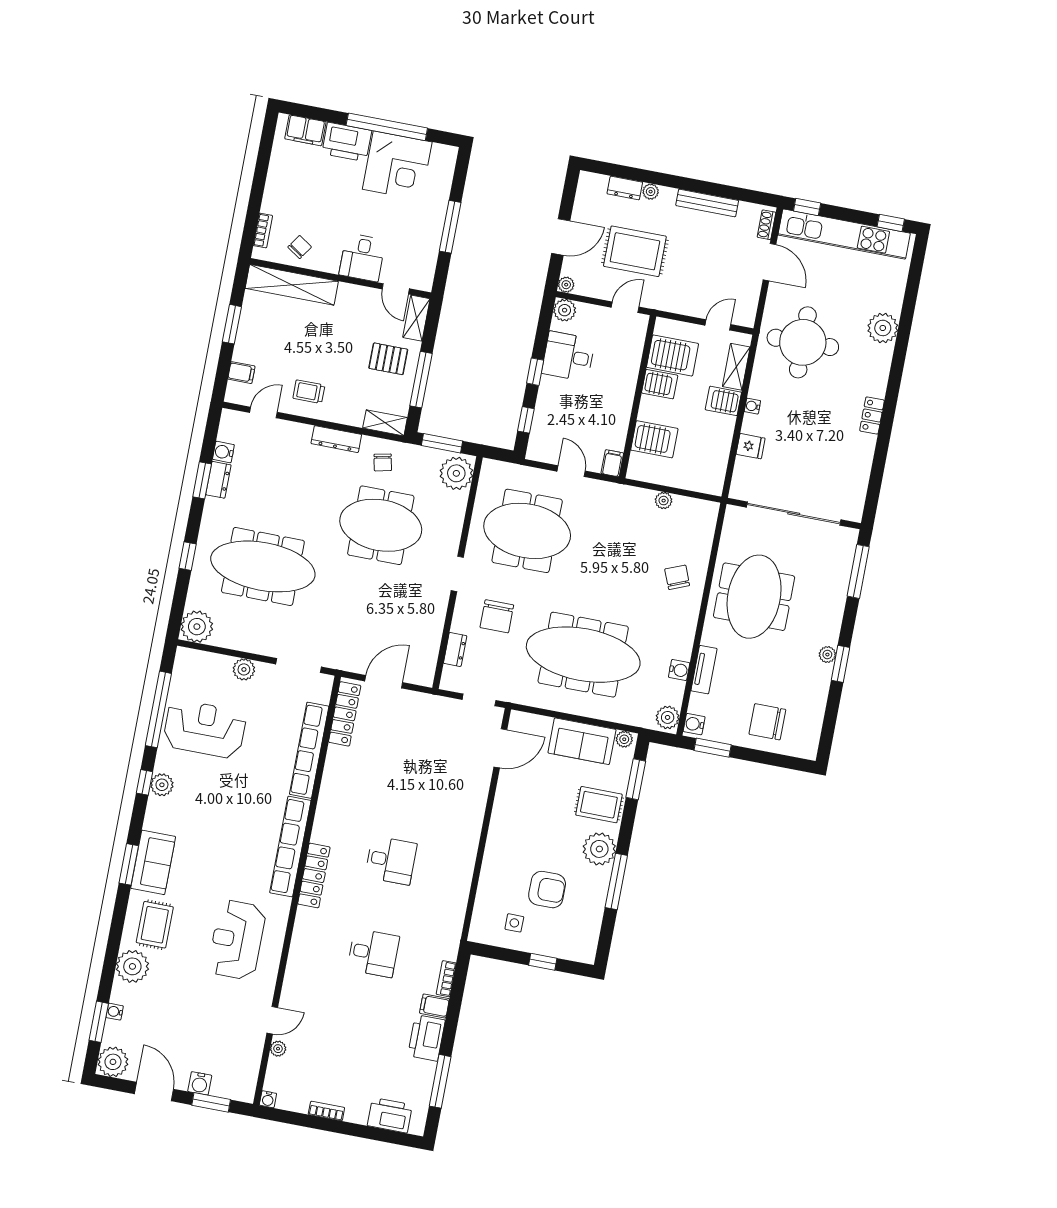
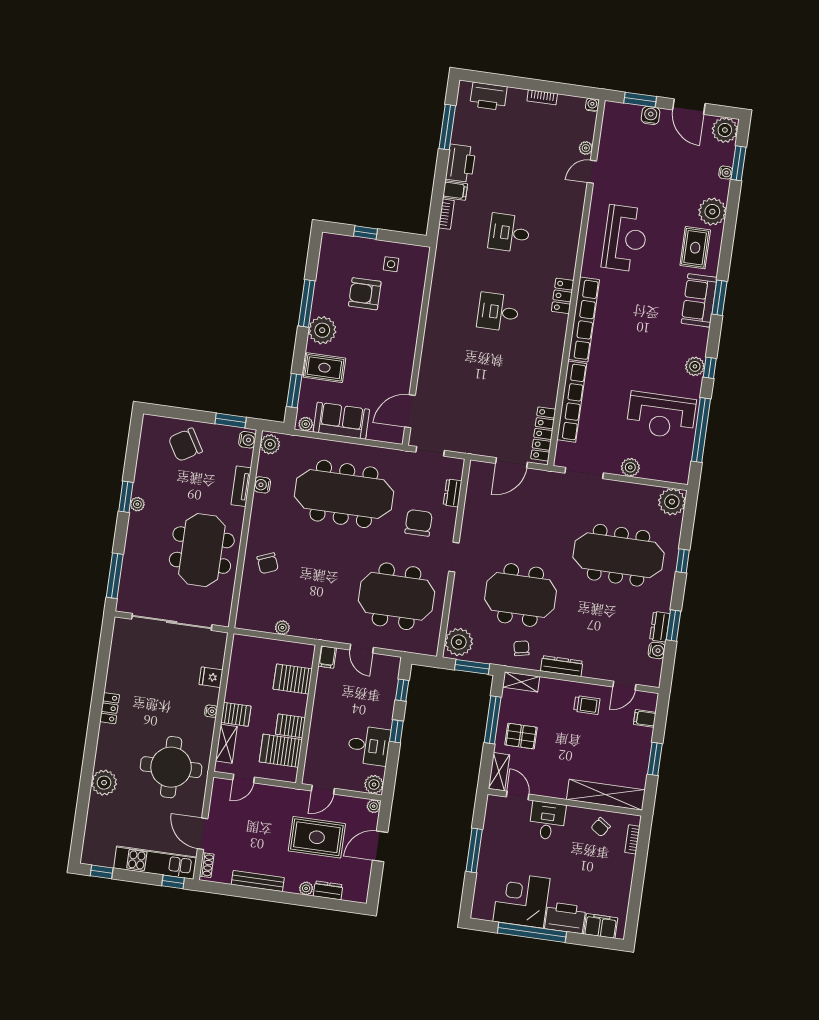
kitchen unit: (844, 234) -> (155, 863), width x0.73
chair: (767, 722) -> (185, 445), turned 149
locker: (314, 876) -> (563, 296), width x0.66

